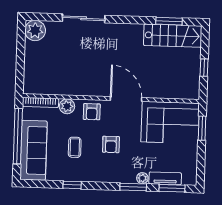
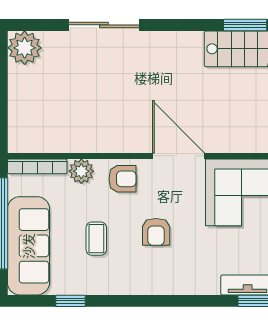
armchair: (92, 112) -> (122, 179), turned -90
plant: (142, 178) -> (210, 286), removed
window: (72, 185) -> (70, 301), moved
window: (133, 187) -> (195, 301), removed

